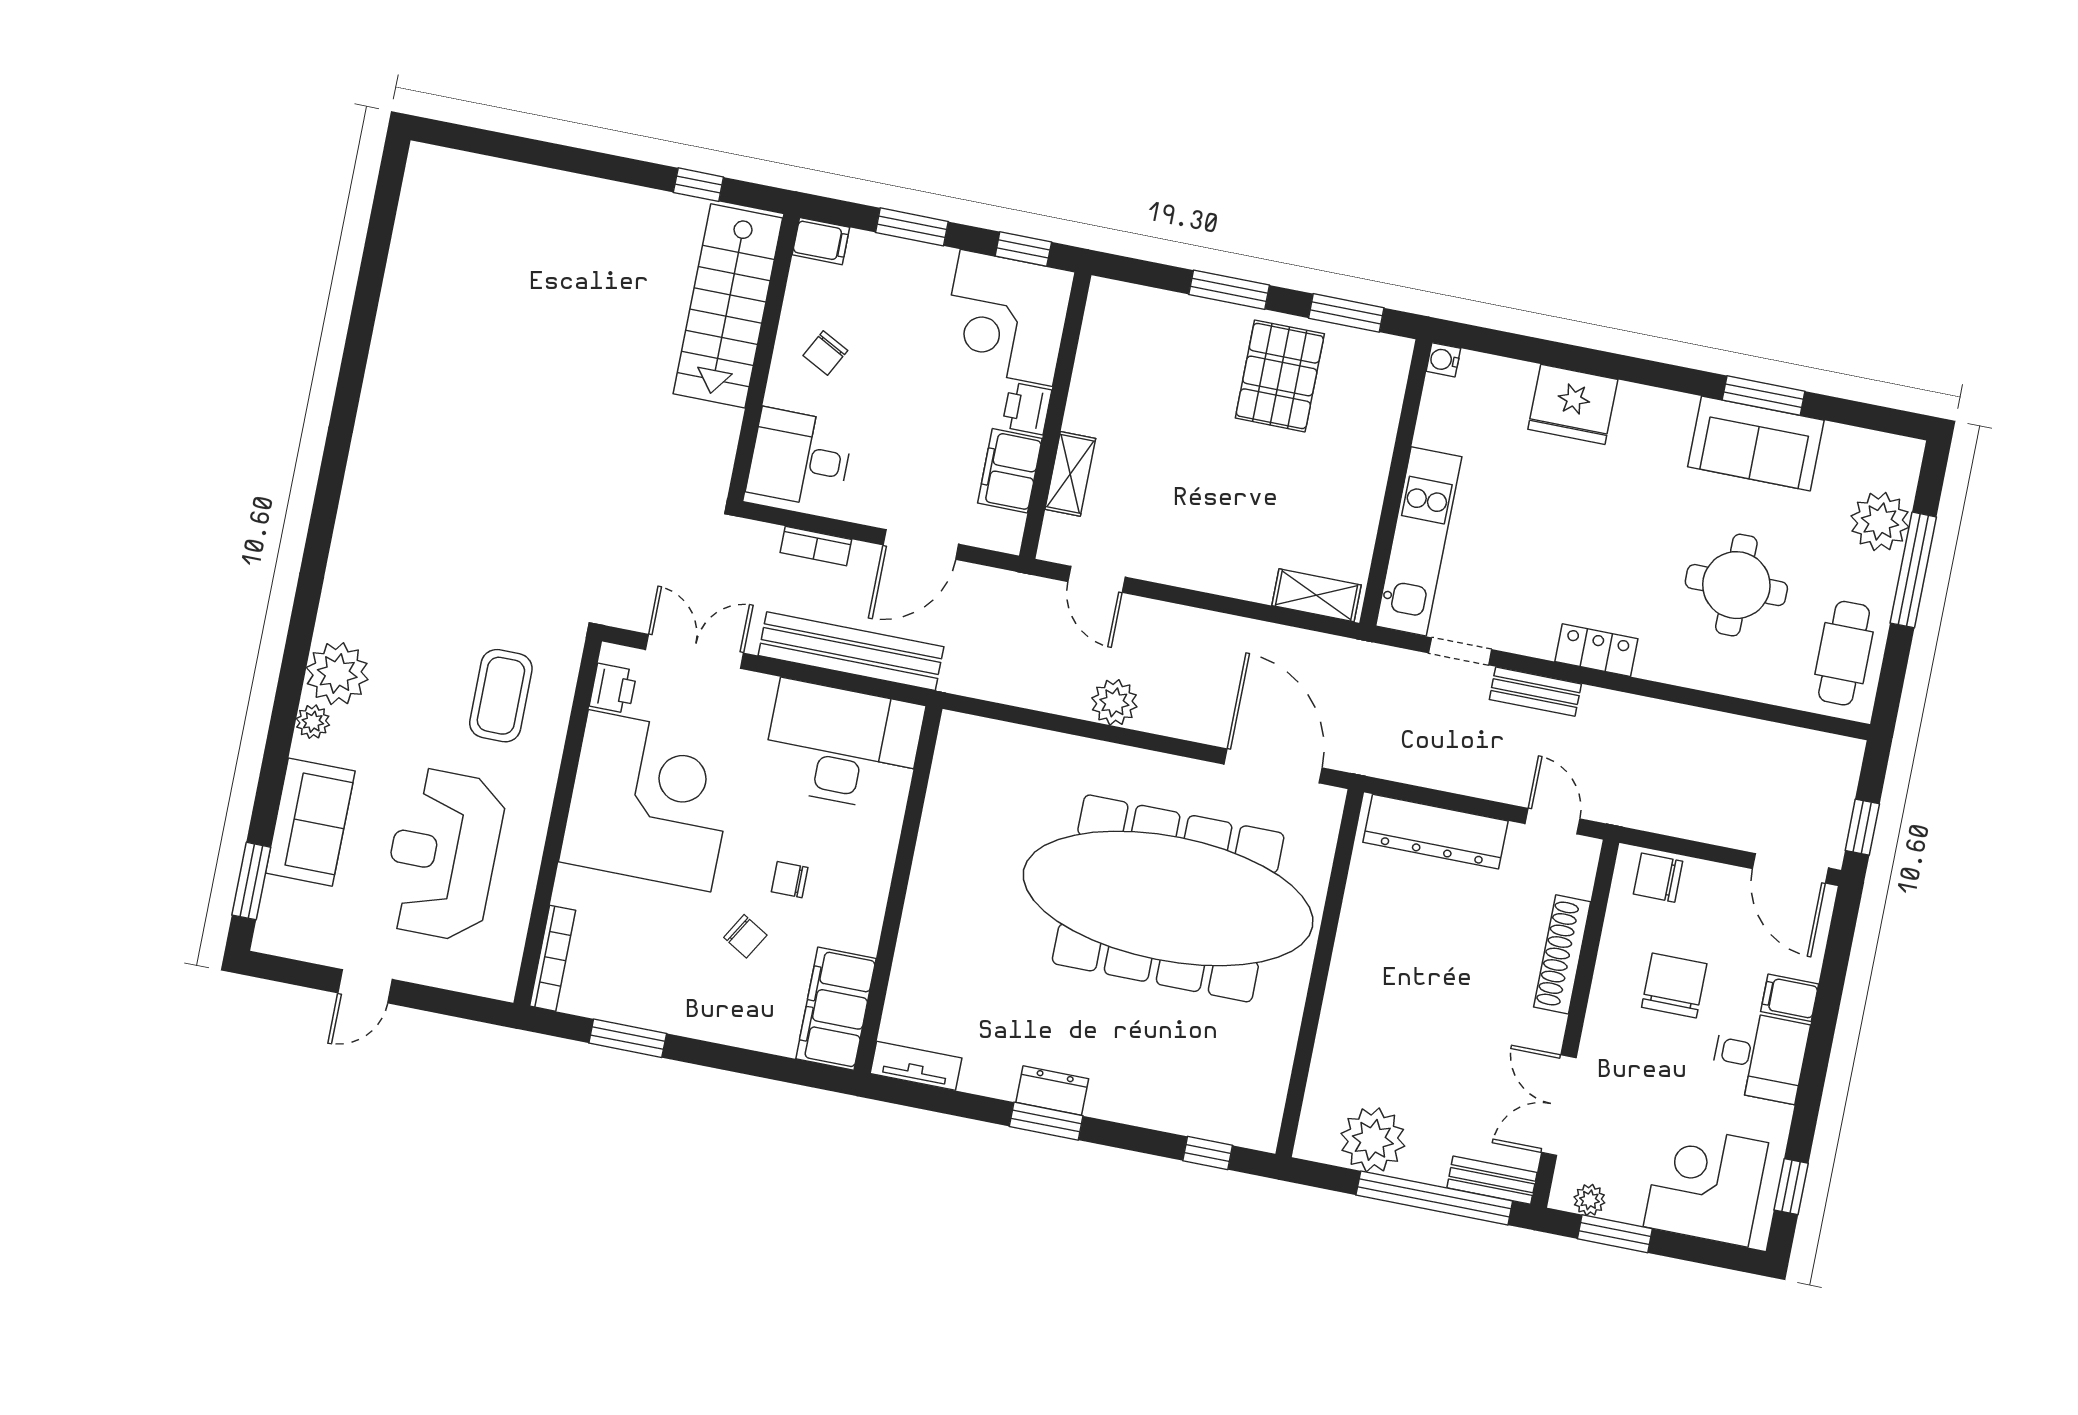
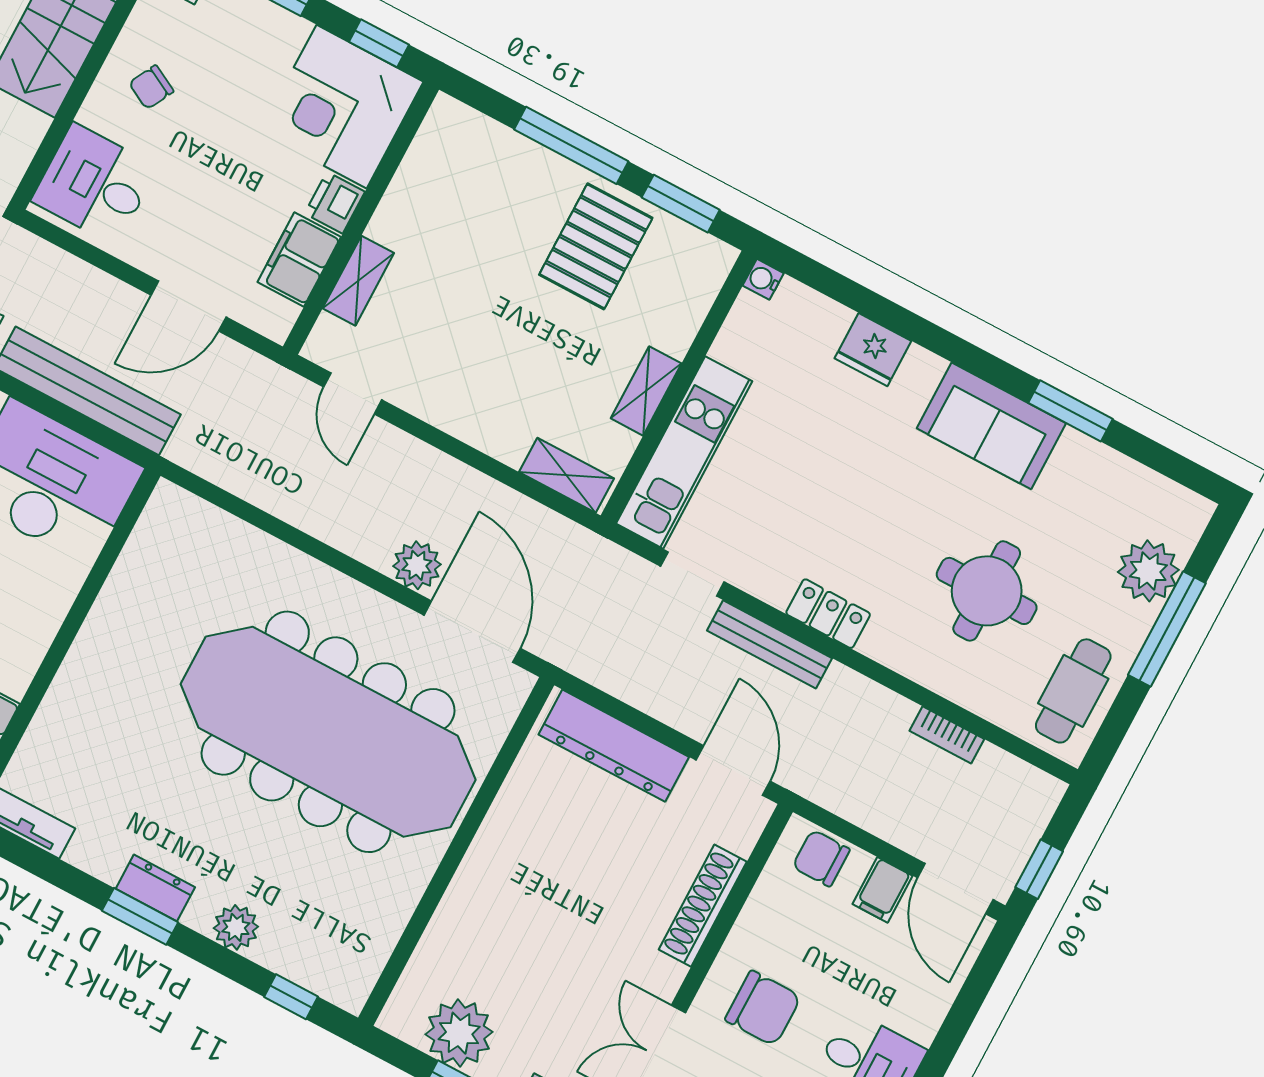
window: (1229, 290) -> (571, 145), width x1.44
fridge: (1573, 404) -> (873, 350), width x0.73, depth x0.75
sofa: (1756, 443) -> (991, 426), moved
shelving: (1367, 495) -> (646, 391), added
bookcase: (816, 546) -> (947, 735), moved
bench: (1535, 692) -> (770, 644), width x1.36
plant: (1114, 702) -> (417, 565), moved
door: (1552, 821) -> (733, 770), width x1.38
chair: (1674, 986) -> (763, 1008), moved, turned 90
filing cabinet: (1790, 998) -> (883, 890), moved, turned -90
plant: (1138, 1104) -> (236, 927), added

